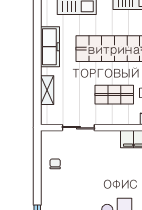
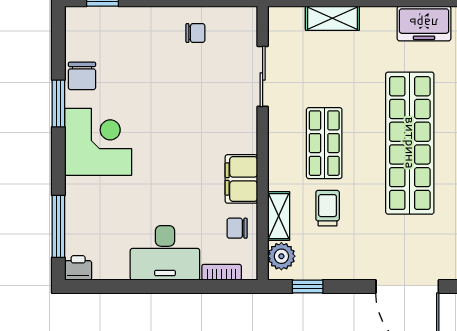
freezer: (50, 47) -> (424, 23), width x0.71

